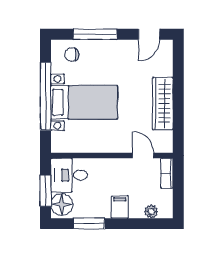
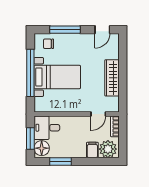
door: (143, 155) -> (98, 114), swing flipped
filing cabinet: (120, 207) -> (92, 150), moved
plant: (151, 212) -> (108, 149), width x1.88, depth x1.88

